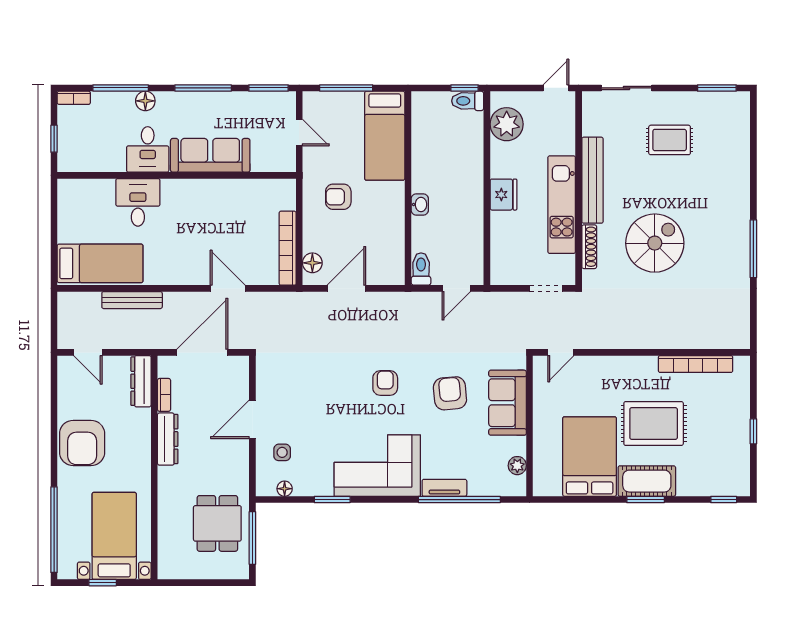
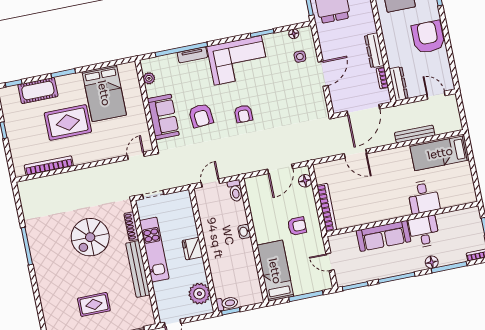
bookcase: (288, 248) -> (327, 208), moved
cot: (647, 481) -> (38, 90), moved

